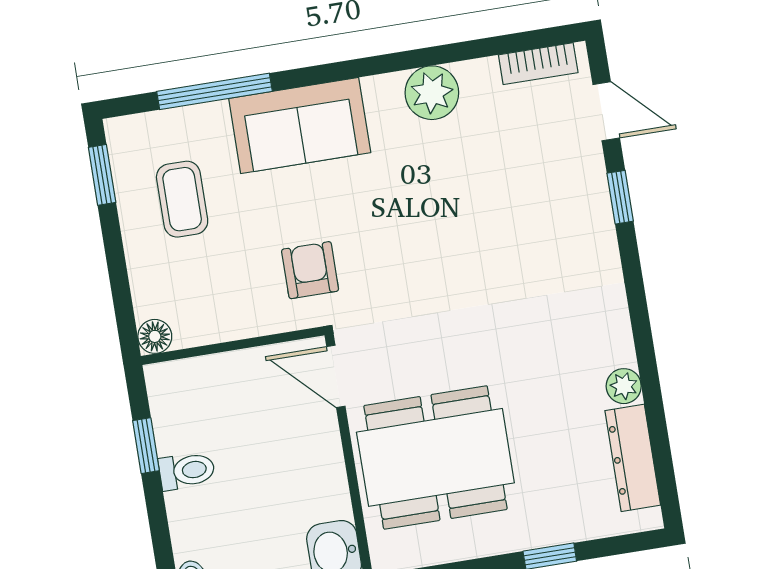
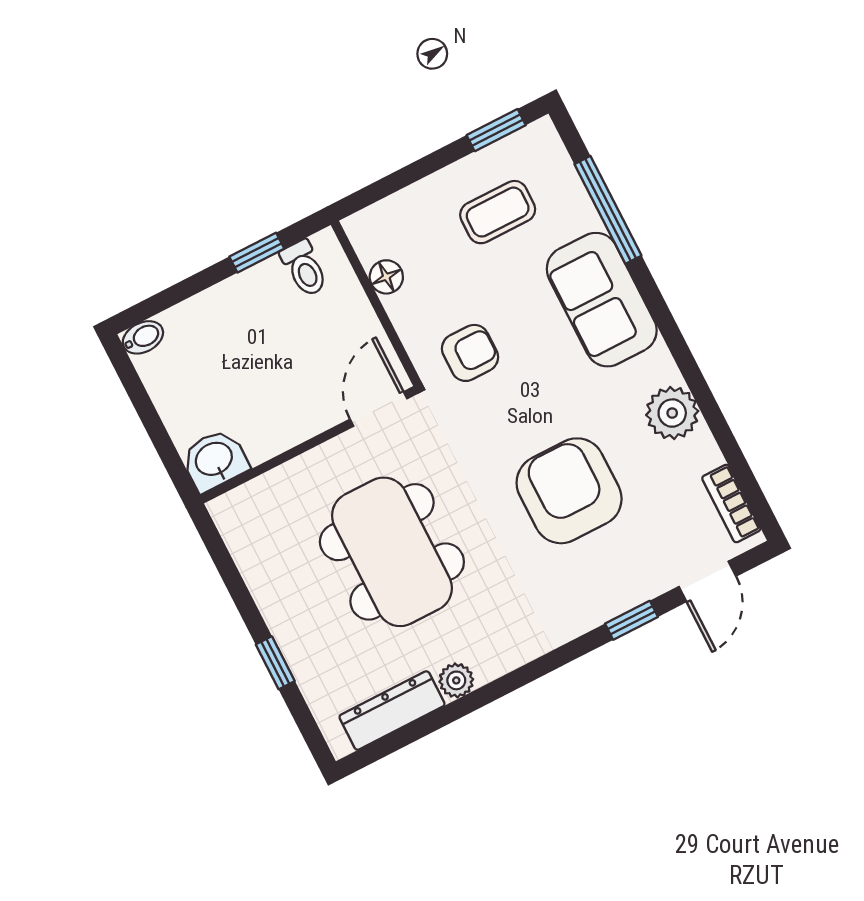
armchair: (475, 217) -> (569, 491), added
floor lamp: (155, 336) -> (386, 277), moved
dining table: (435, 457) -> (392, 552), moved
toilet: (187, 471) -> (304, 268), moved

